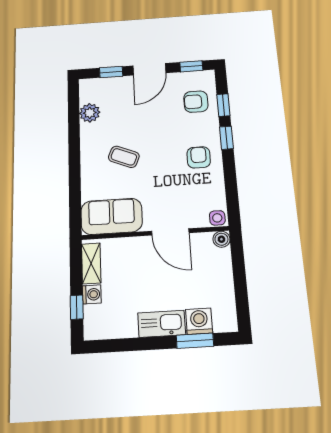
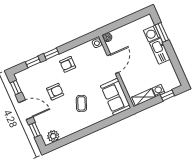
armchair: (196, 102) -> (55, 92), moved, turned -90
plant: (90, 113) -> (53, 136), moved

